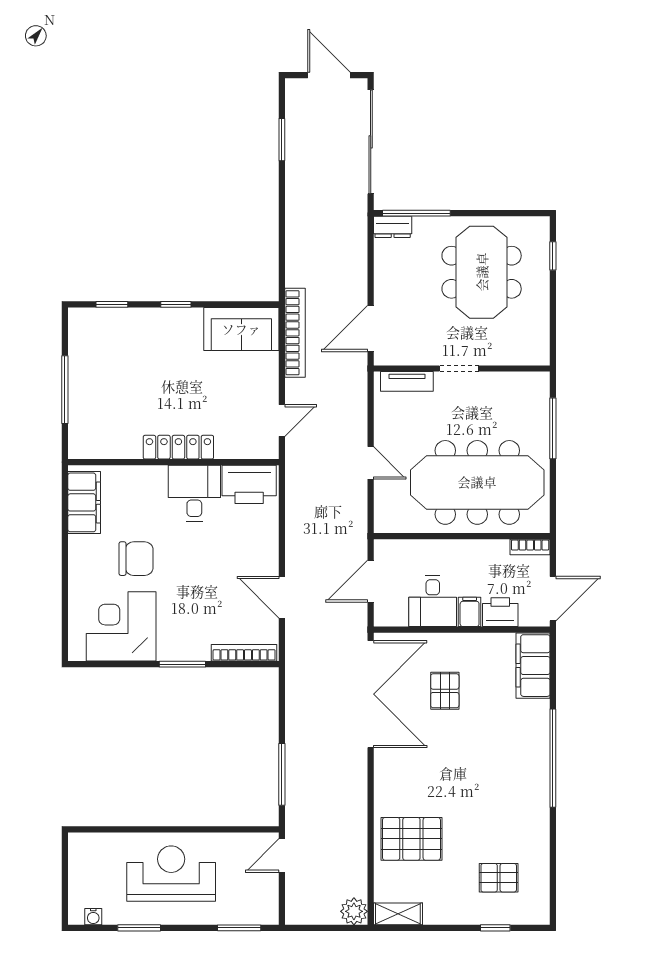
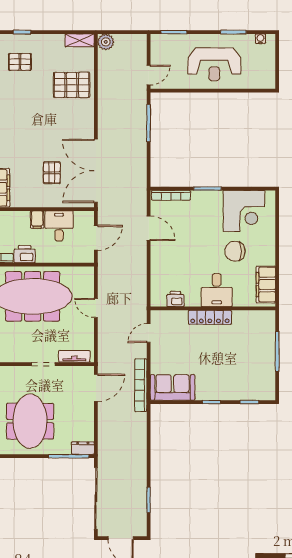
printer: (249, 484) -> (175, 299), width x0.53, depth x0.68
desk: (194, 493) -> (217, 290), moved
printer: (500, 612) -> (25, 254), moved, turned 180

